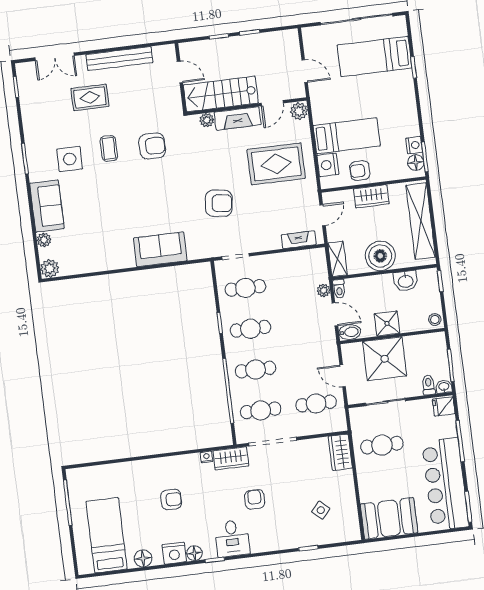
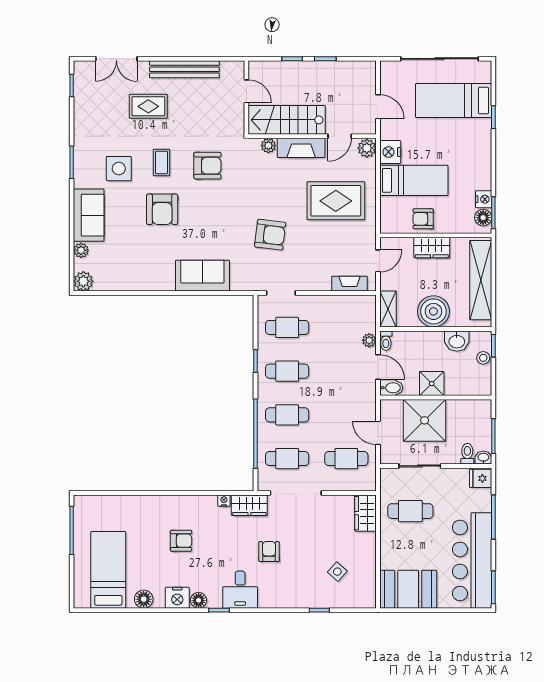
nightstand: (328, 165) -> (390, 152), moved
armchair: (115, 192) -> (162, 209), added
stool: (435, 319) -> (483, 358), moved

